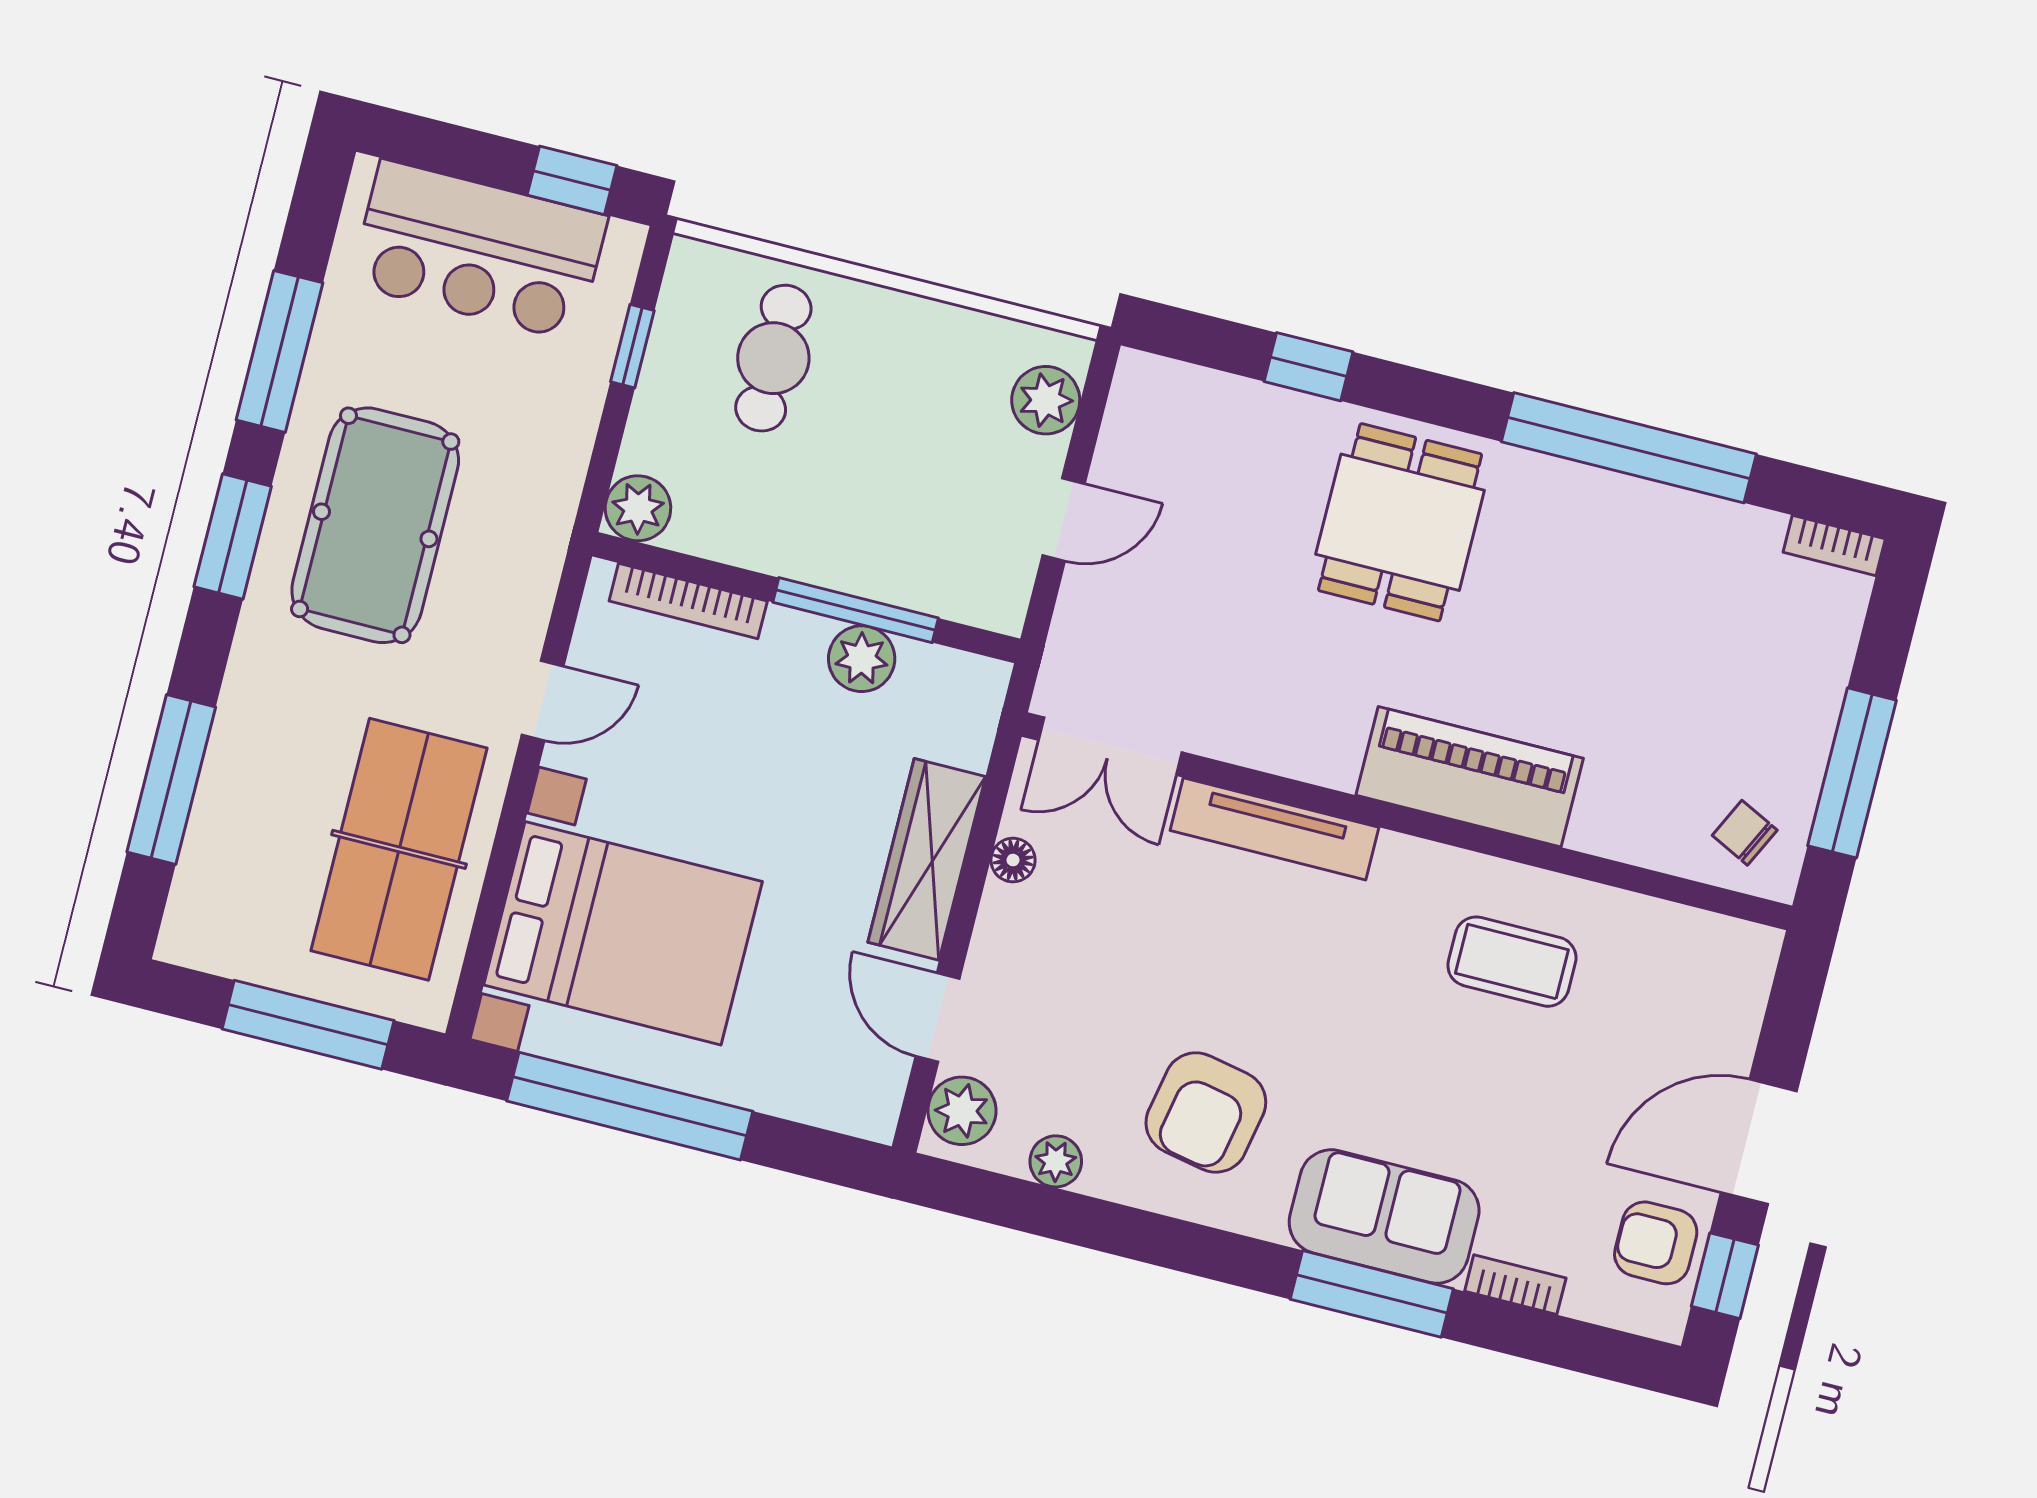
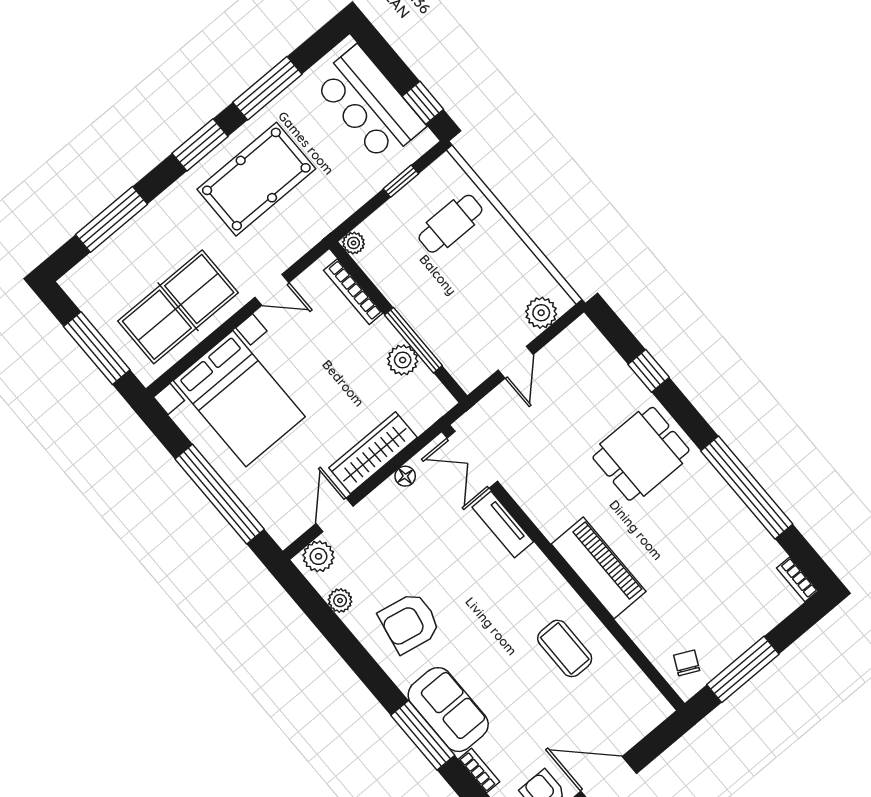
plant: (638, 508) -> (354, 243), width x0.73, depth x0.73
door: (1064, 520) -> (516, 362), hinge flipped
tv unit: (1275, 829) -> (503, 525), width x0.71
window: (630, 1106) -> (220, 494), moved

